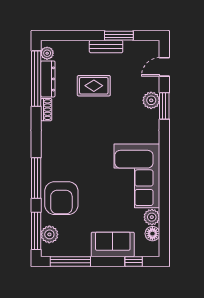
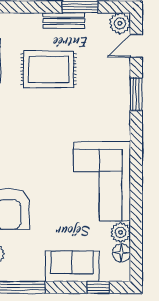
rug: (94, 86) -> (49, 69), width x1.36, depth x1.43
plant: (151, 100) -> (120, 23), moved

